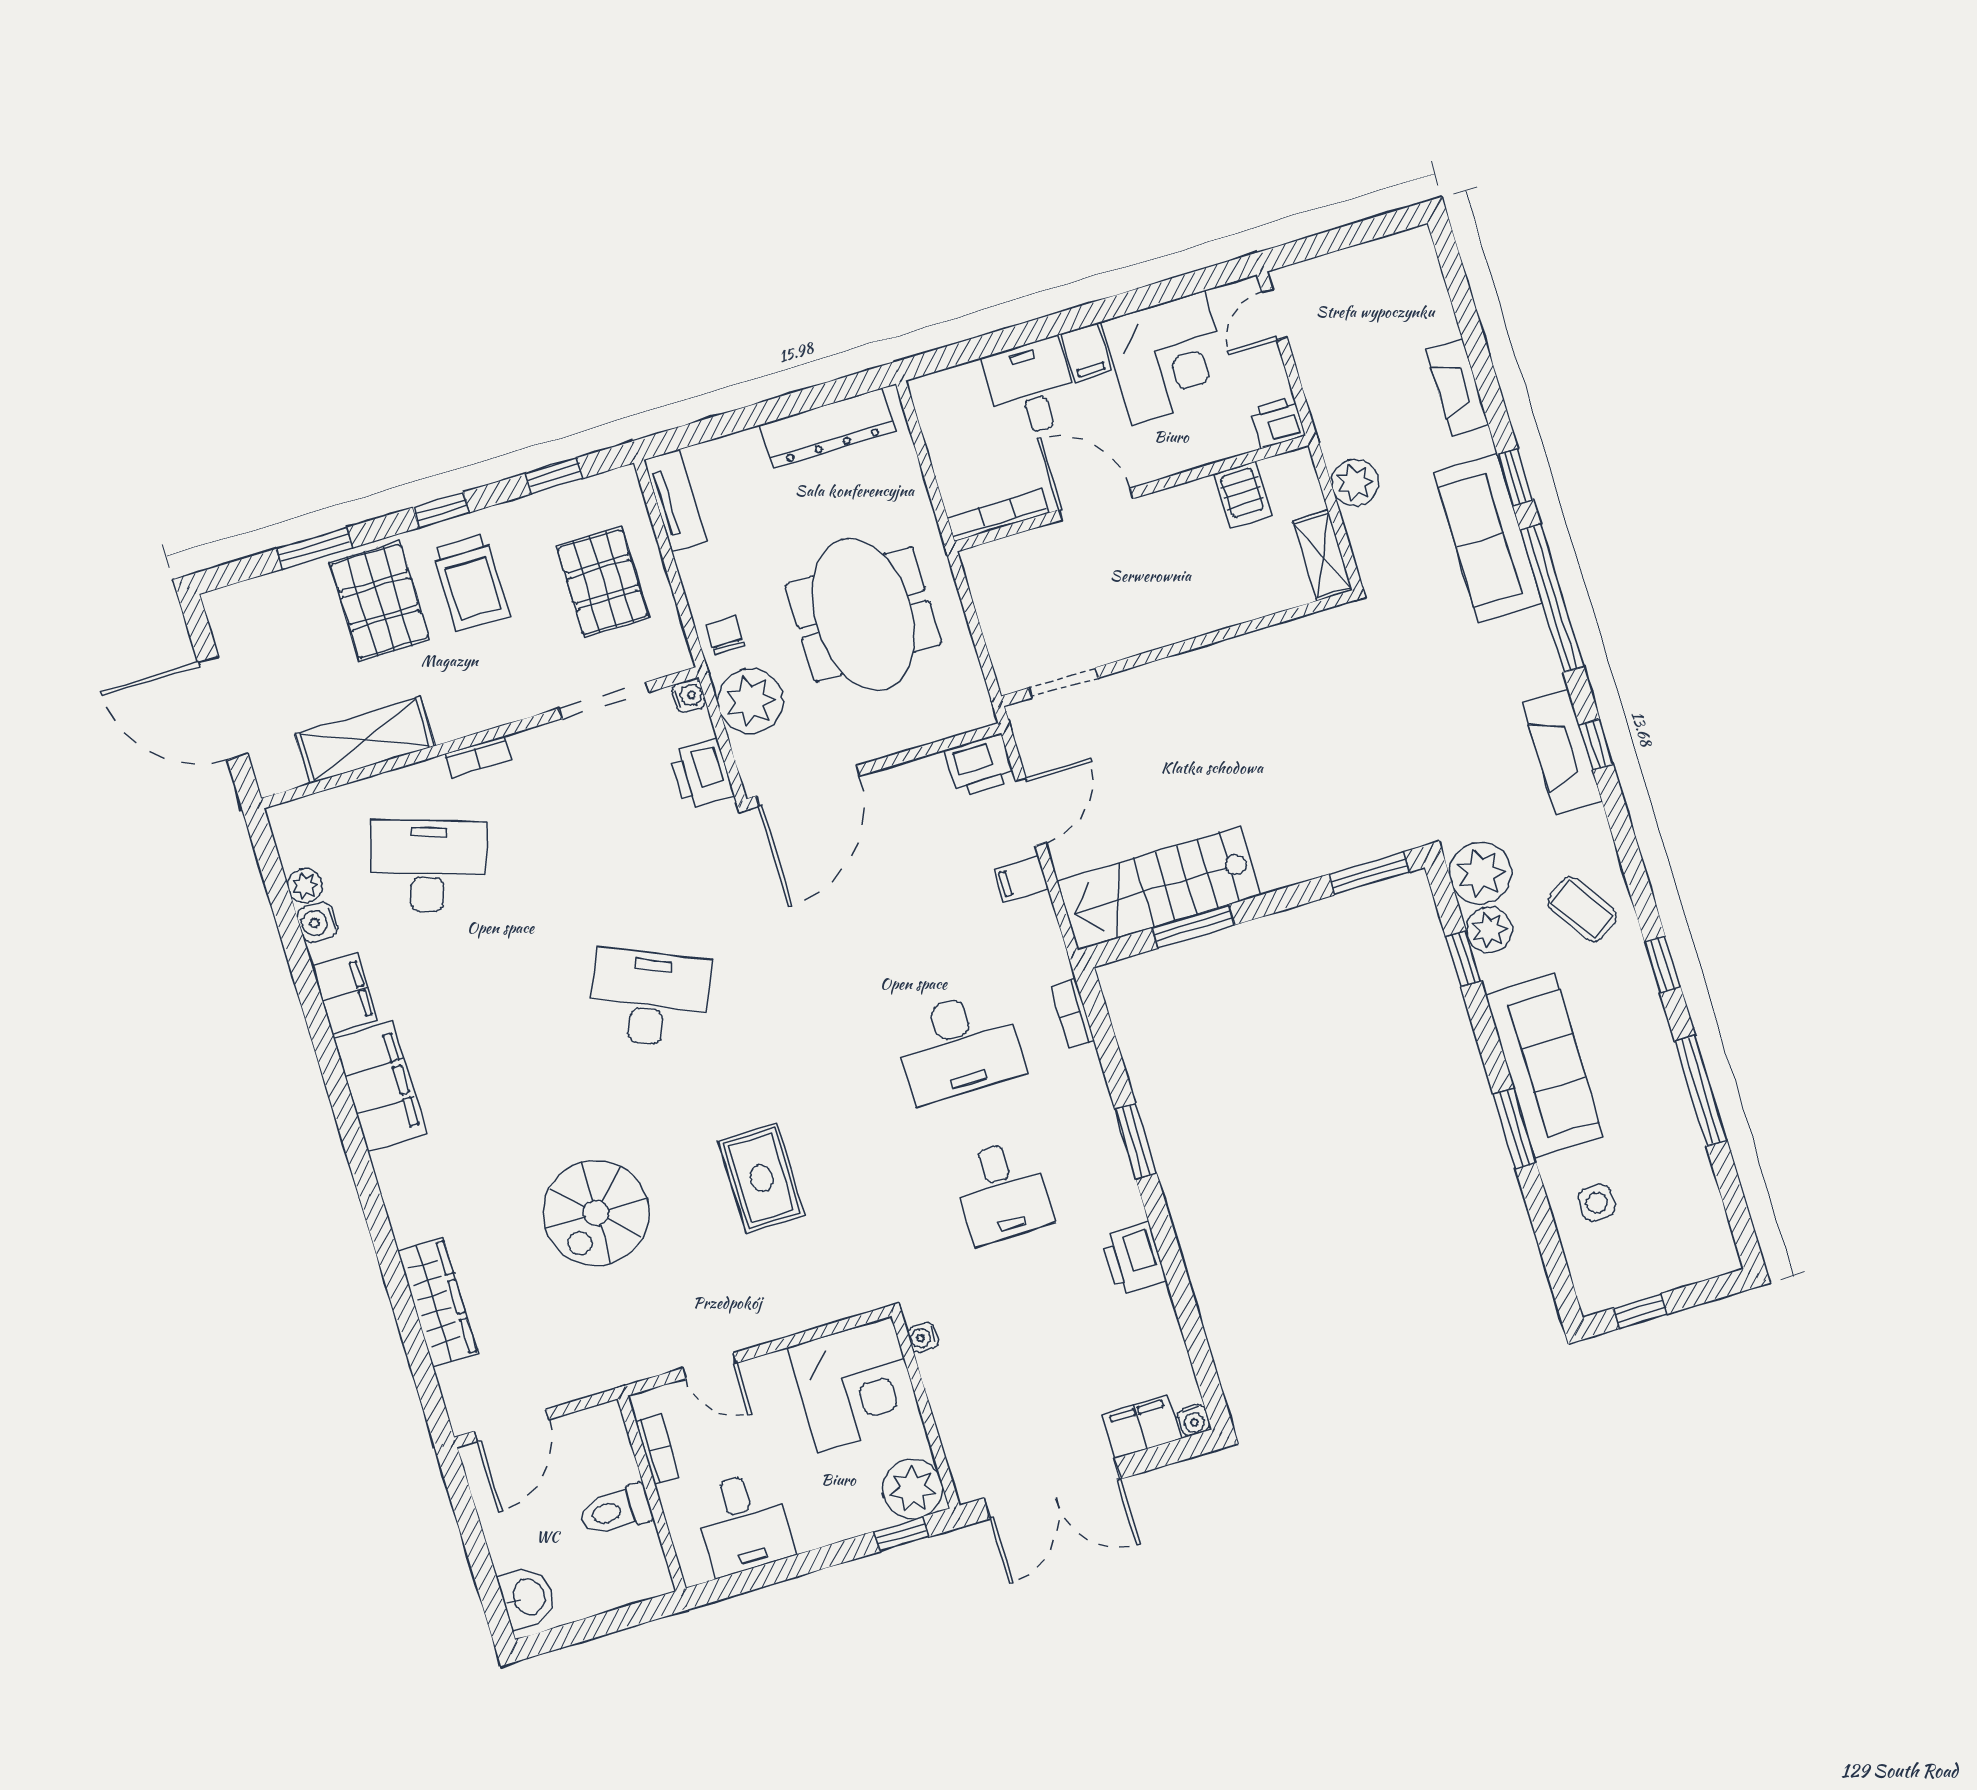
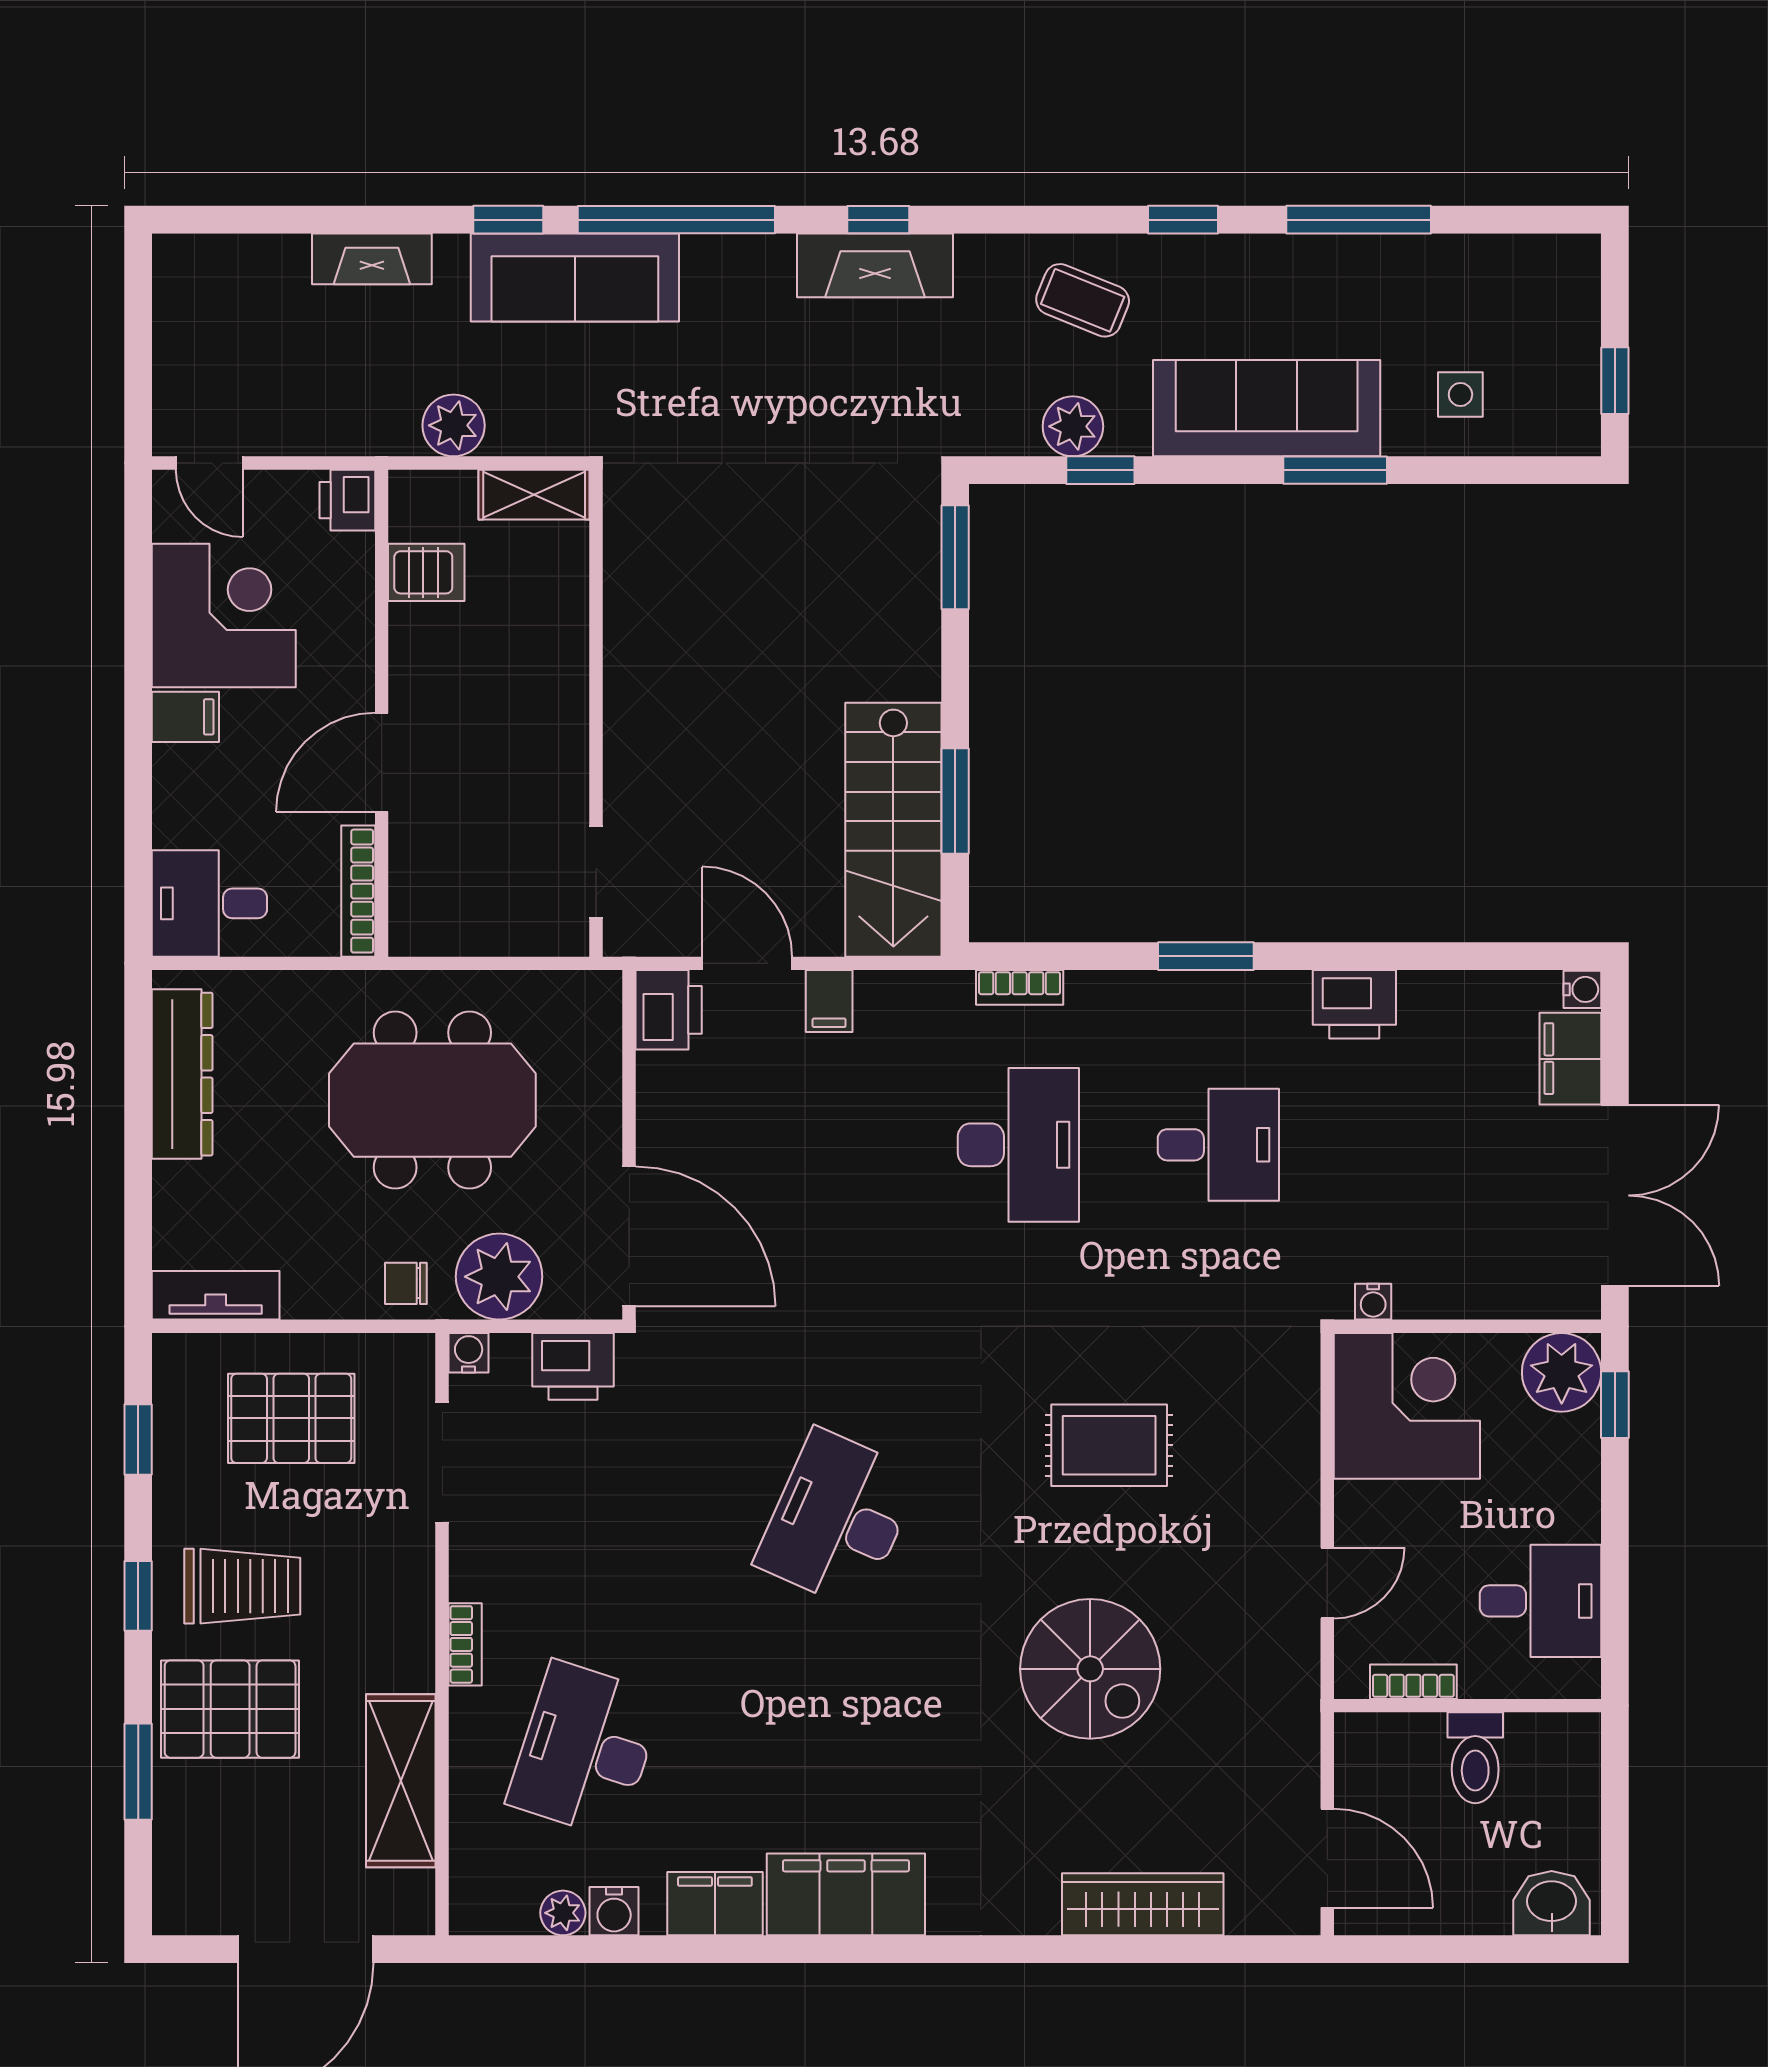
desk: (1031, 388) -> (209, 903), moved
plant: (1480, 873) -> (998, 416), removed
coffee table: (1582, 909) -> (1083, 300), turned 56

